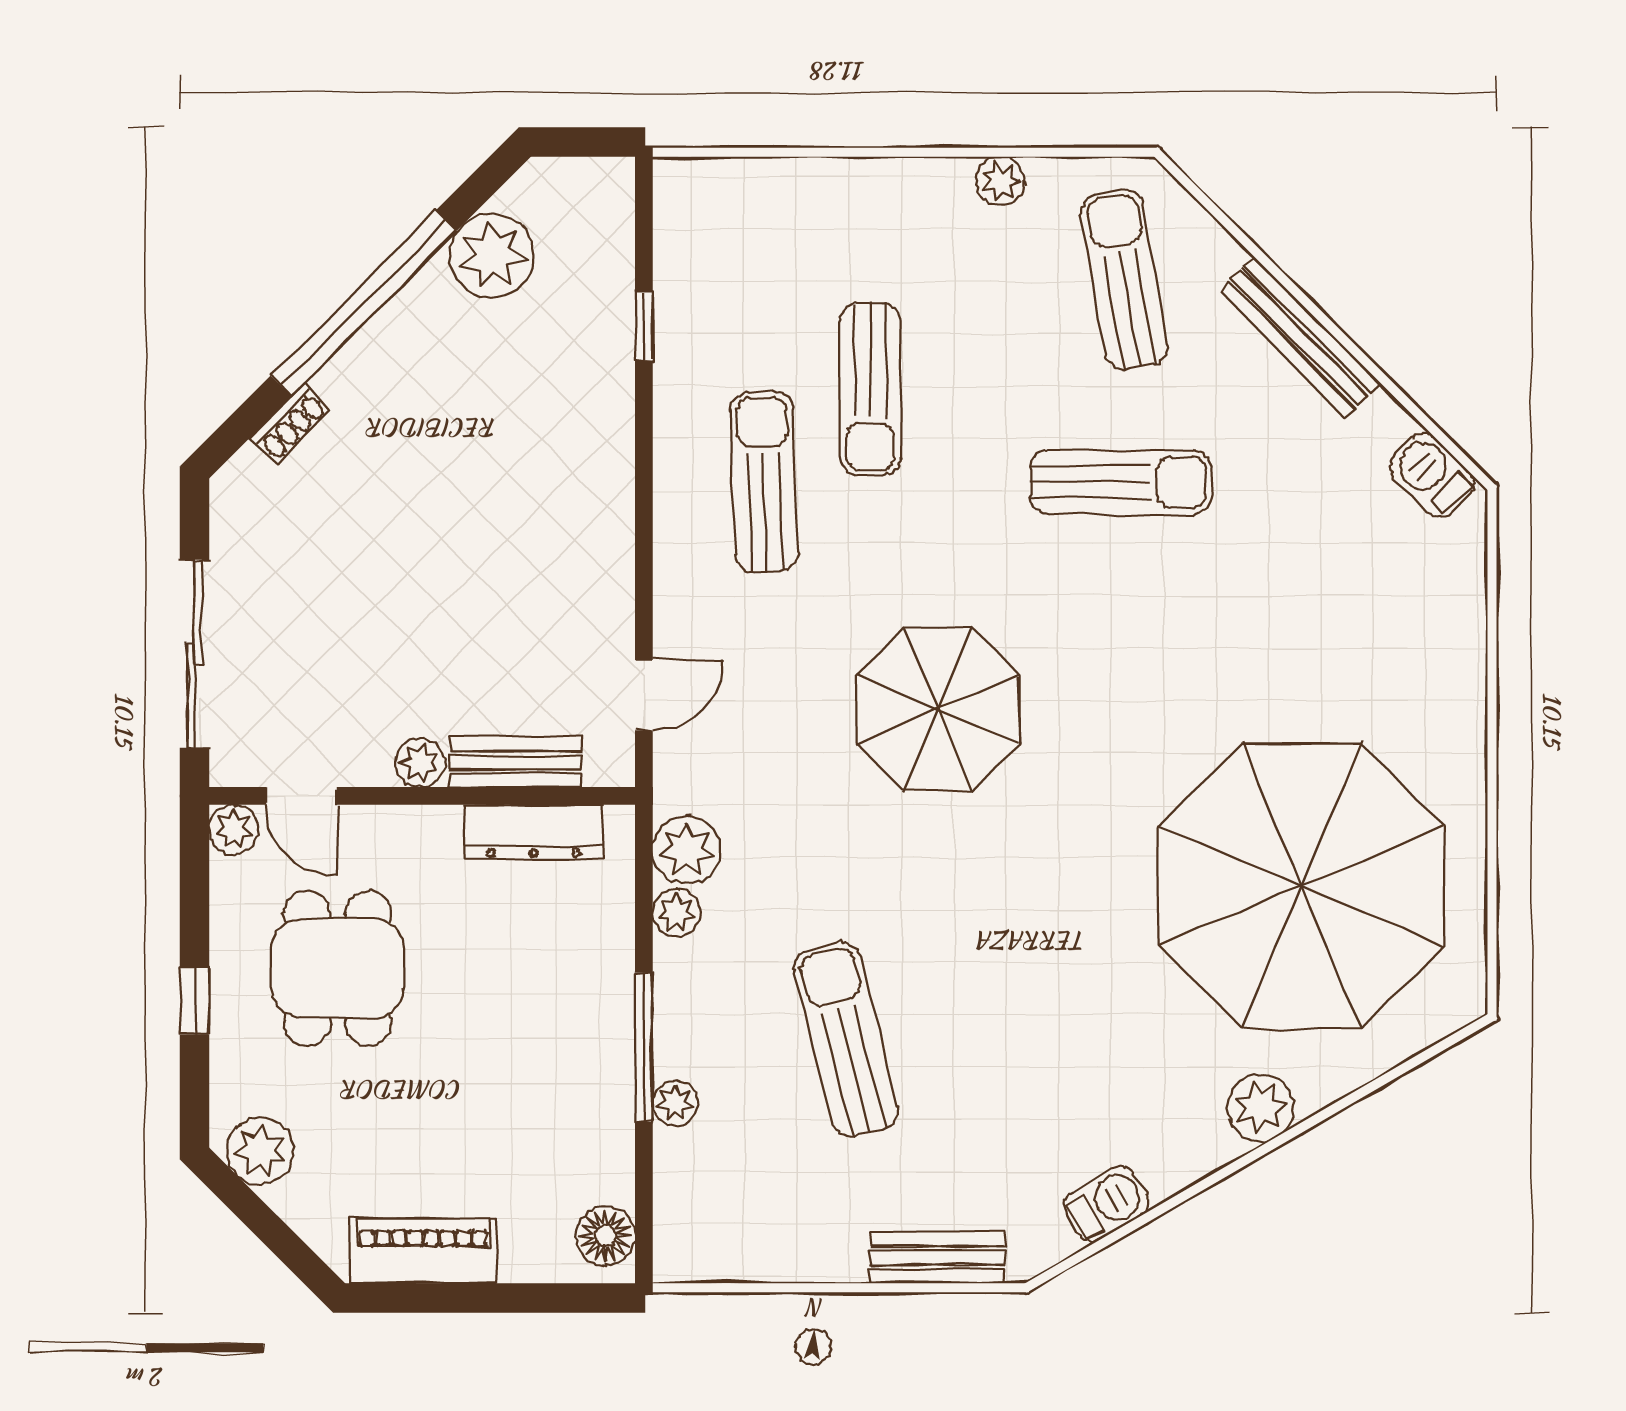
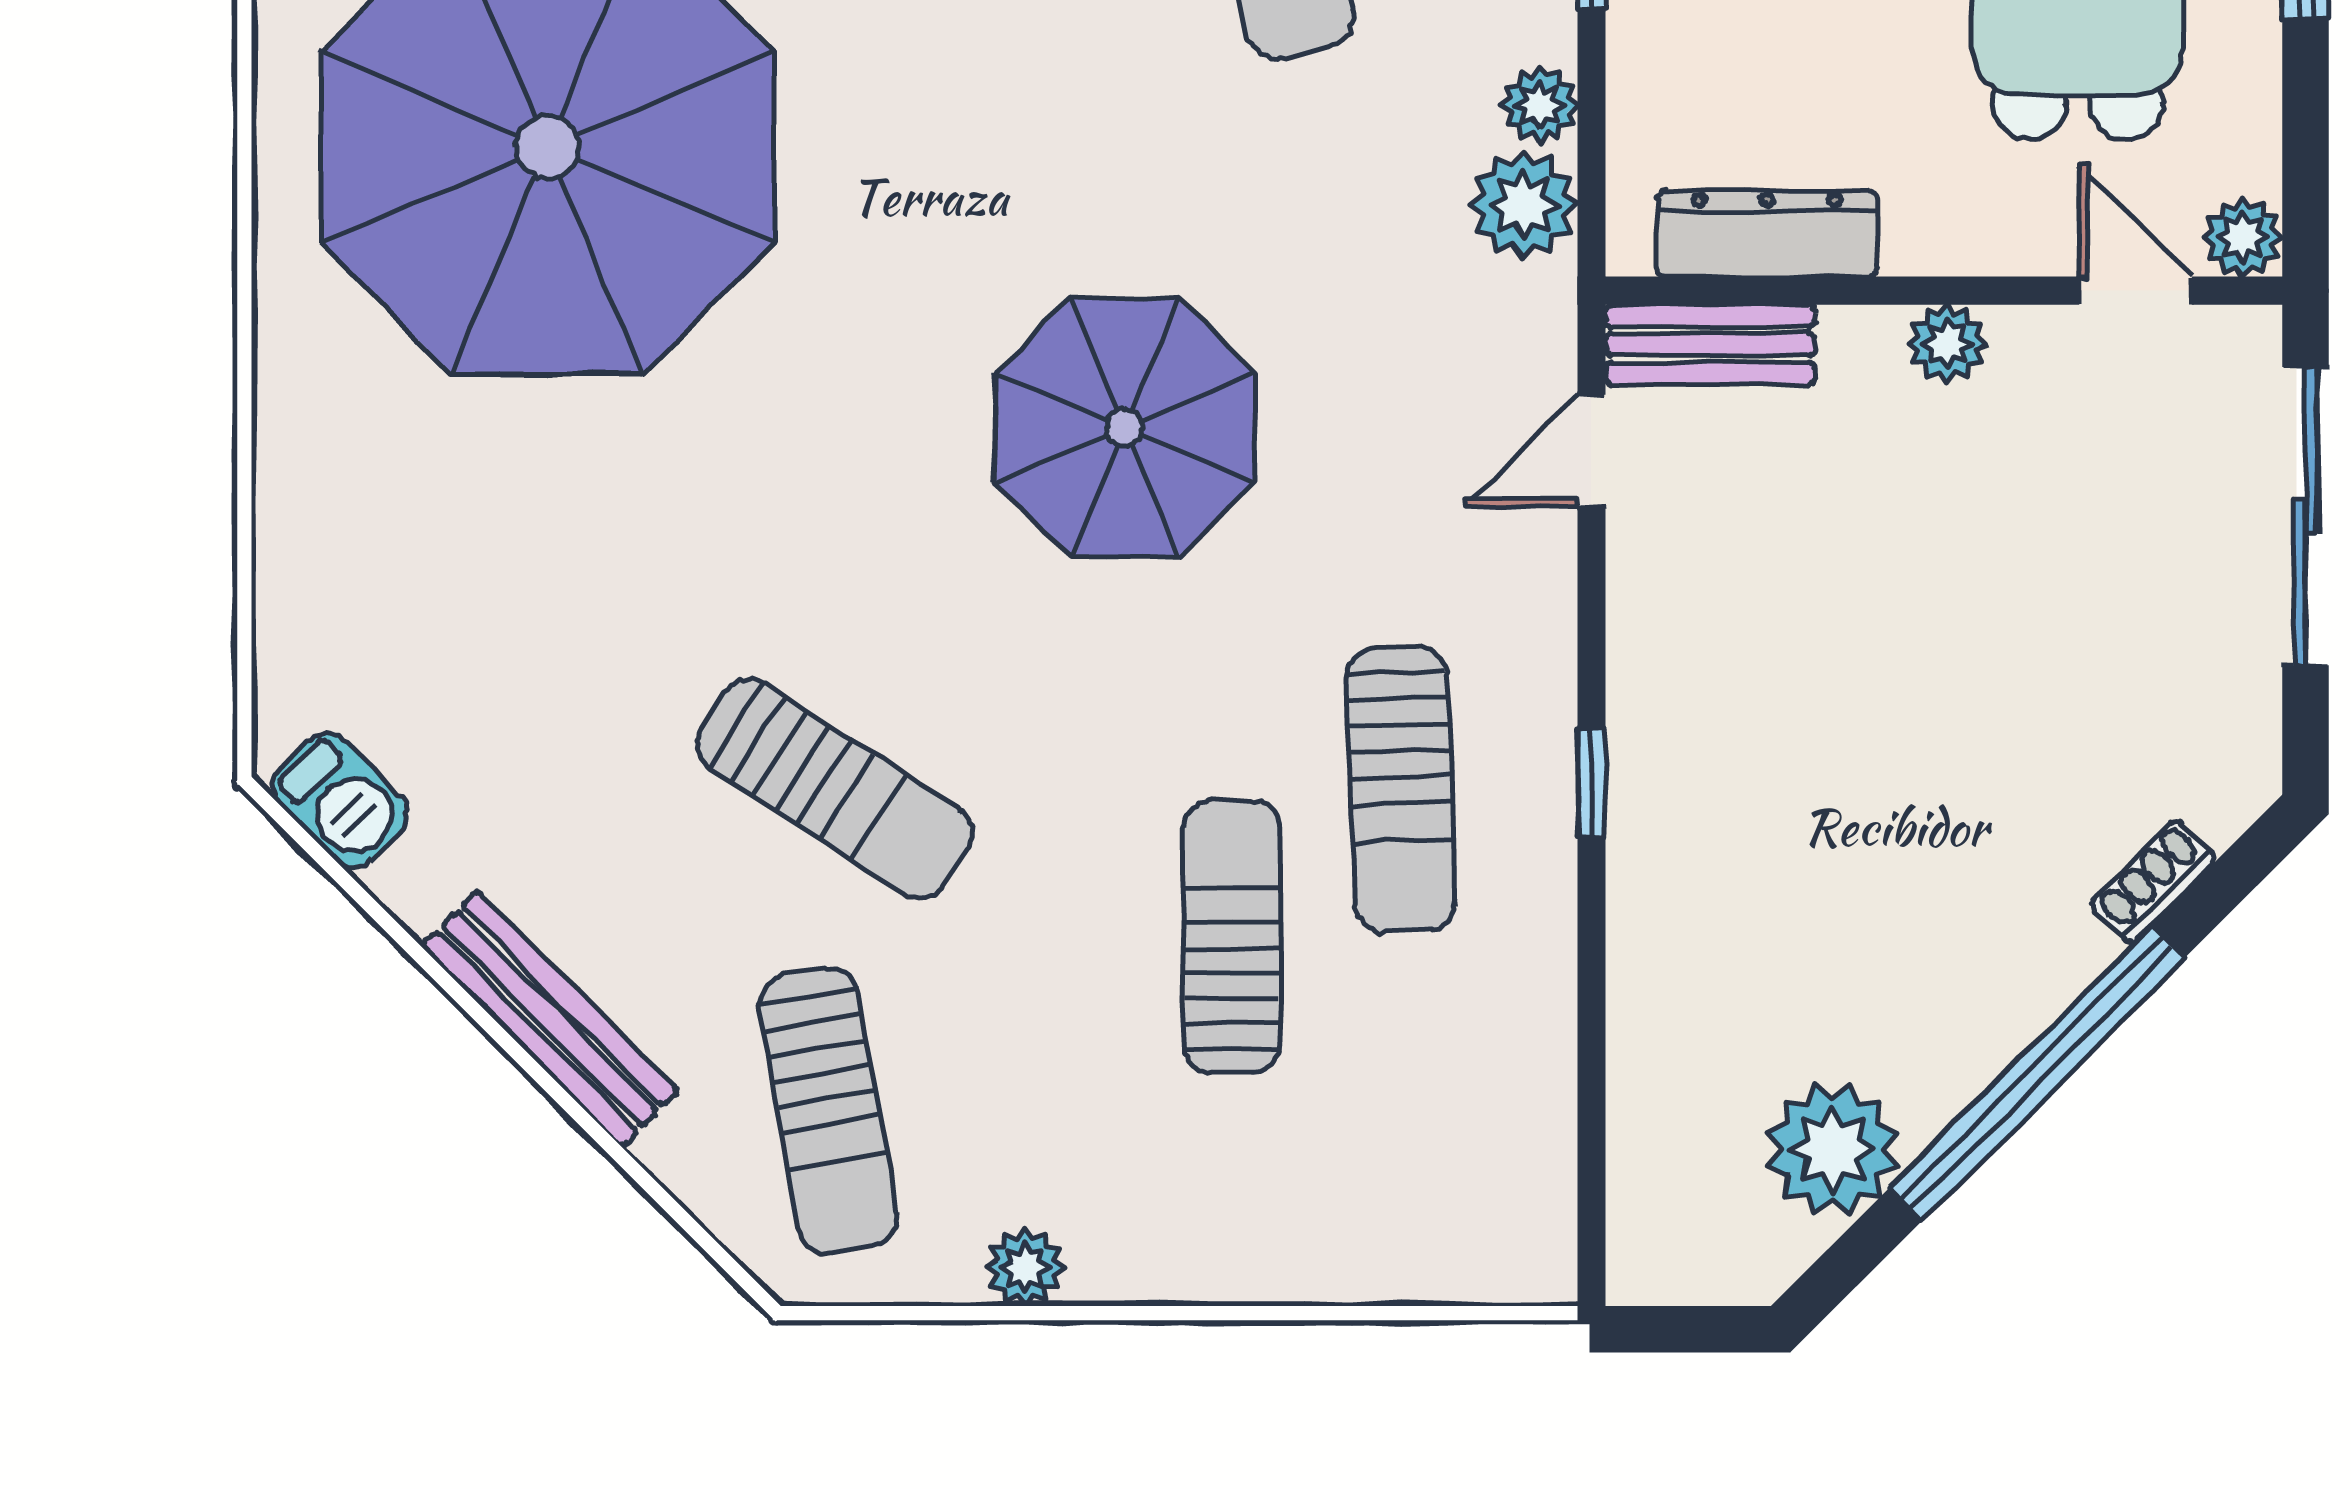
window: (644, 326) -> (1591, 782), moved
sun lounger: (1121, 482) -> (834, 789), turned -147
bench: (515, 762) -> (1710, 345), moved

